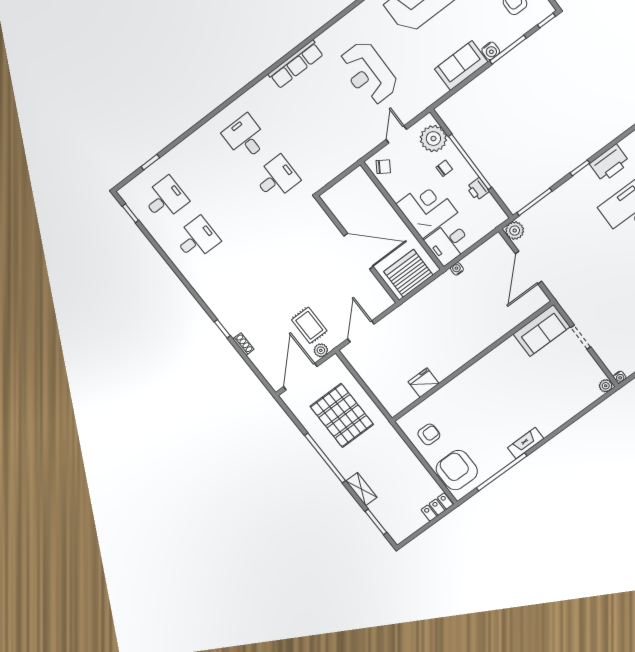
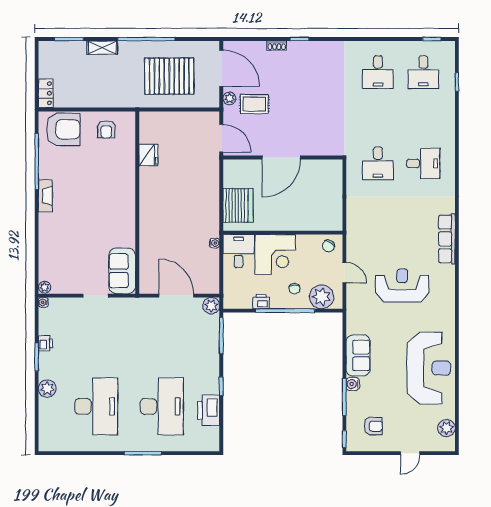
wall: (357, 250) -> (283, 158), moved
door: (359, 251) -> (281, 158), moved

